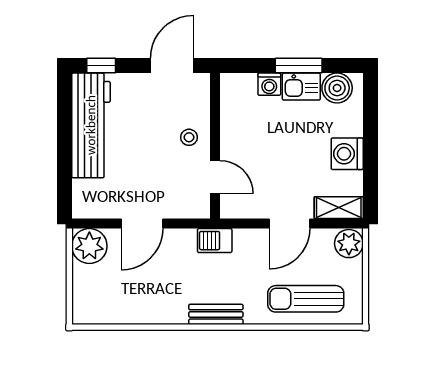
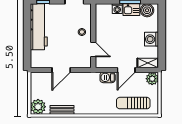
barbecue: (215, 241) -> (108, 77), moved
plant: (89, 246) -> (38, 107), moved
bench: (216, 314) -> (62, 110), moved

